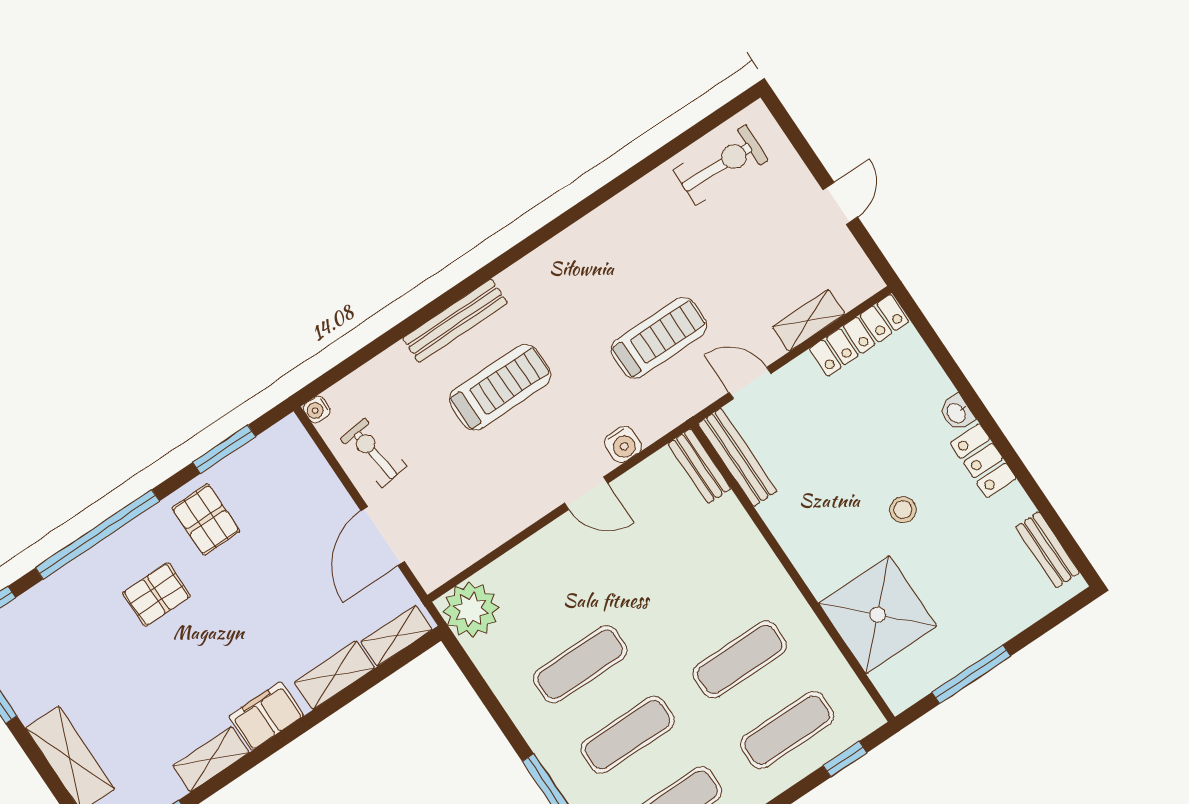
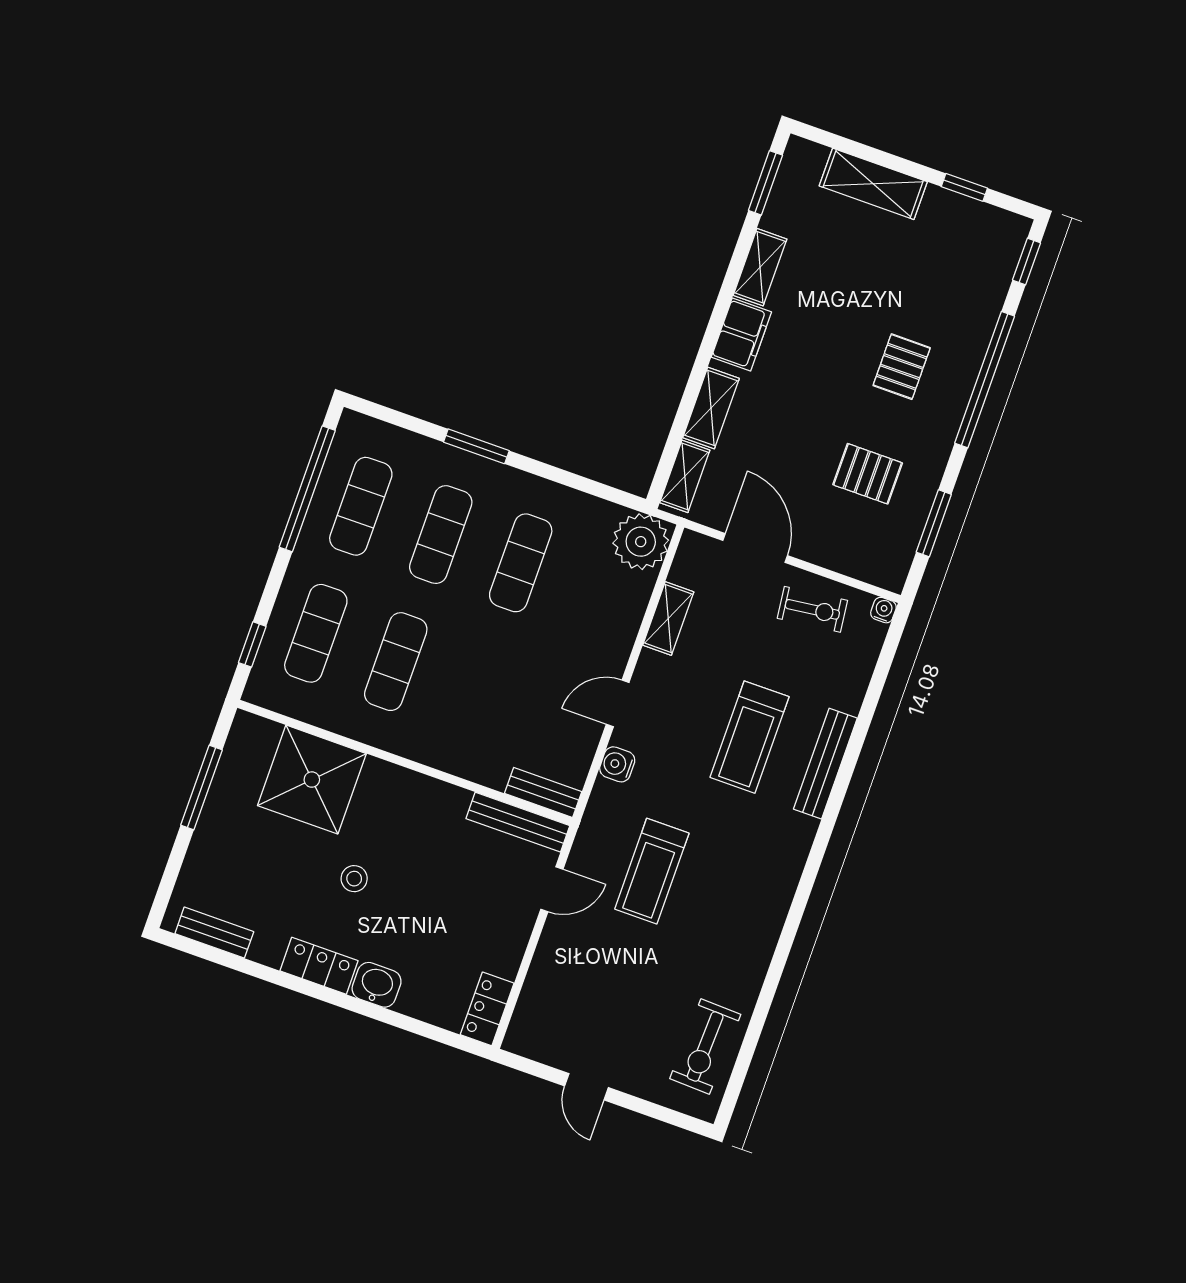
shelving: (809, 320) -> (668, 619), moved
locker: (859, 335) -> (487, 1009), width x0.66
washbasin: (957, 413) -> (377, 985), width x1.38, depth x1.45
pallet: (206, 520) -> (868, 474), moved

